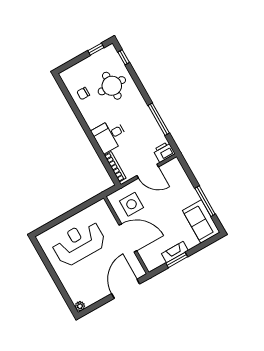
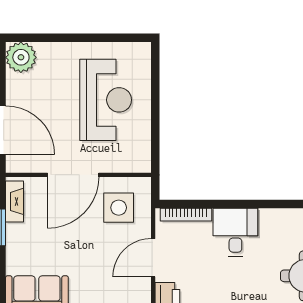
fireplace: (175, 252) -> (14, 201), moved
plant: (80, 306) -> (21, 57), width x1.87, depth x1.87

